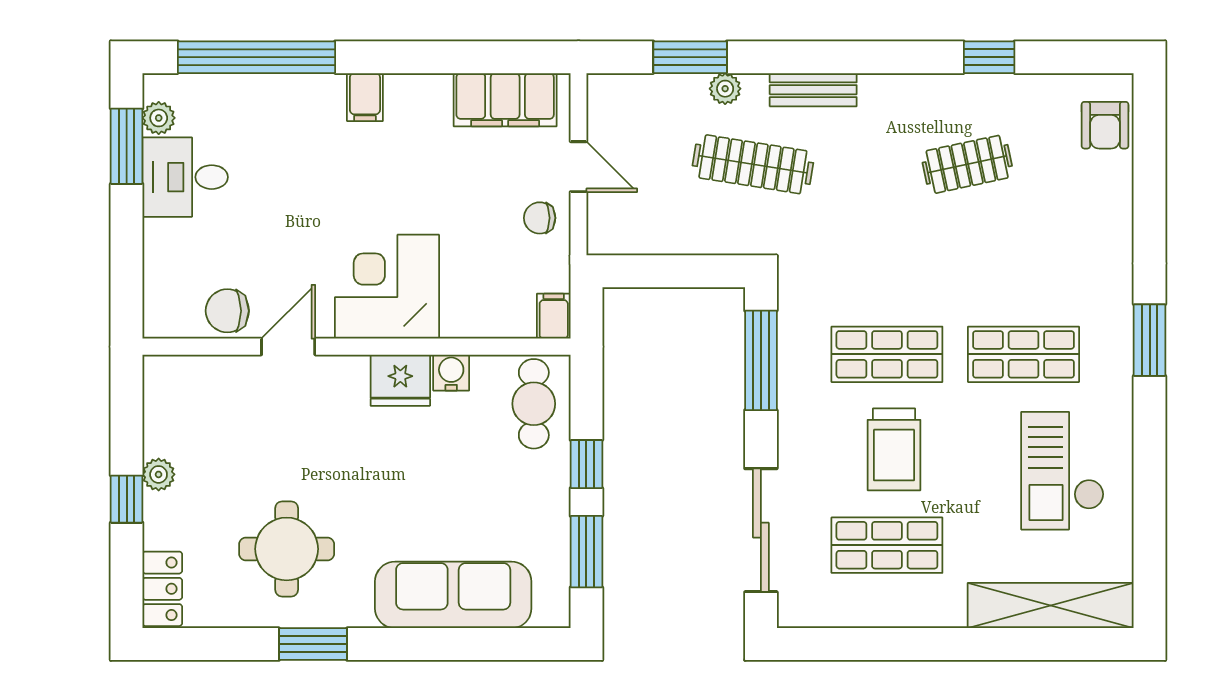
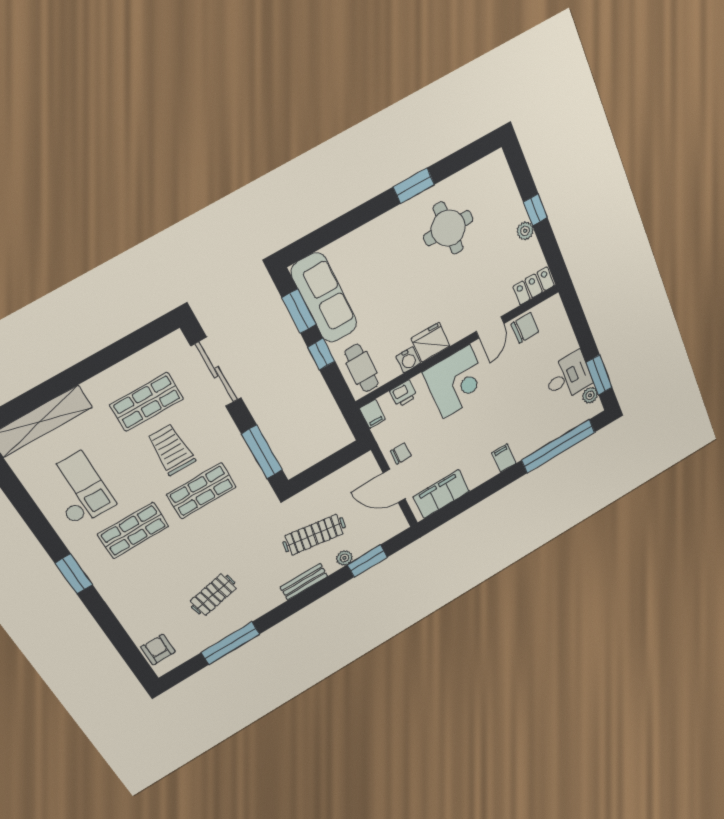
window: (989, 57) -> (230, 643), width x2.17
door: (579, 167) -> (394, 486), width x1.38
printer: (486, 320) -> (404, 394), added
locker: (162, 589) -> (534, 286), moved, turned 90
sofa: (453, 595) -> (324, 298), moved, turned -90

